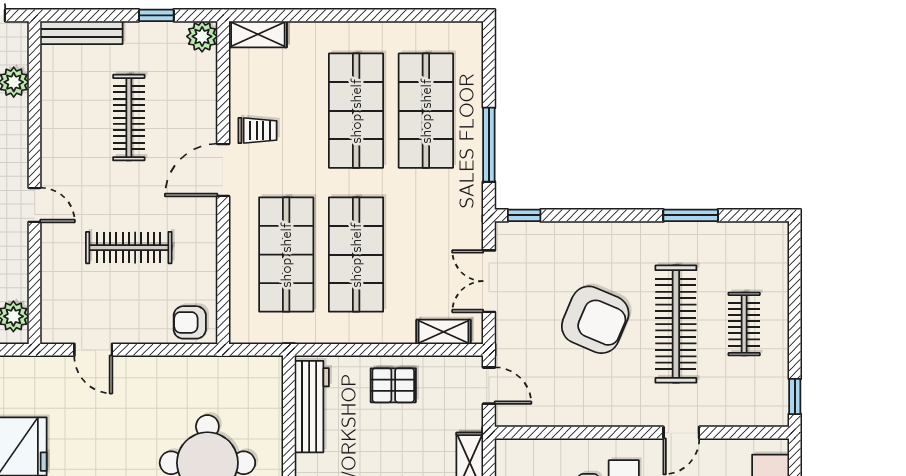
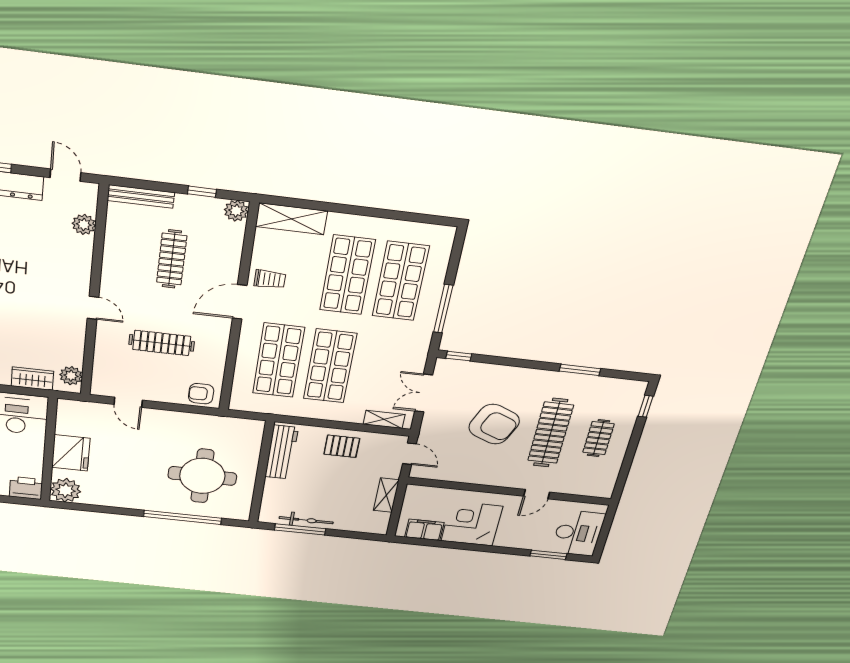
shelving: (258, 34) -> (291, 219), width x1.50, depth x1.33
window: (795, 396) -> (646, 406), moved

